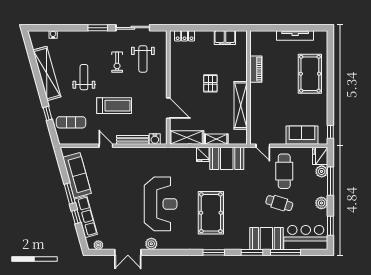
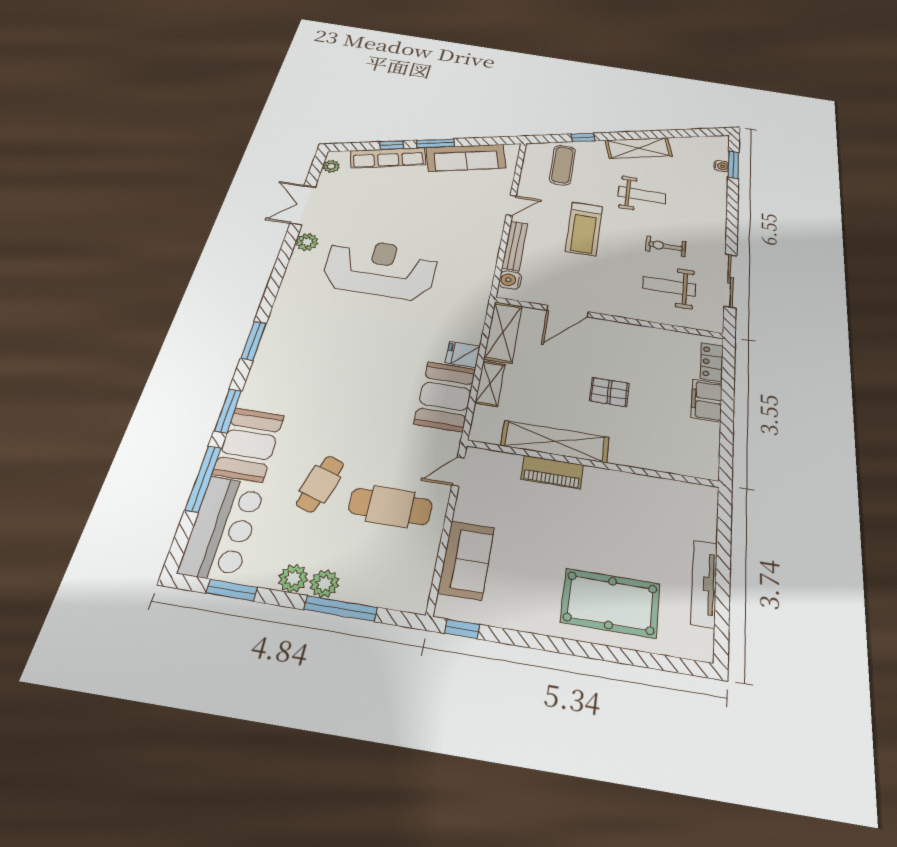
window: (98, 28) -> (733, 165), moved
filing cabinet: (225, 38) -> (707, 400), moved
piano: (256, 69) -> (552, 472), moved
shelving: (47, 73) -> (639, 148), width x0.68
fridge: (320, 156) -> (408, 594), removed
plant: (322, 171) -> (324, 584), moved
reception desk: (161, 204) -> (380, 269), turned 180
pool table: (211, 213) -> (338, 349), removed

